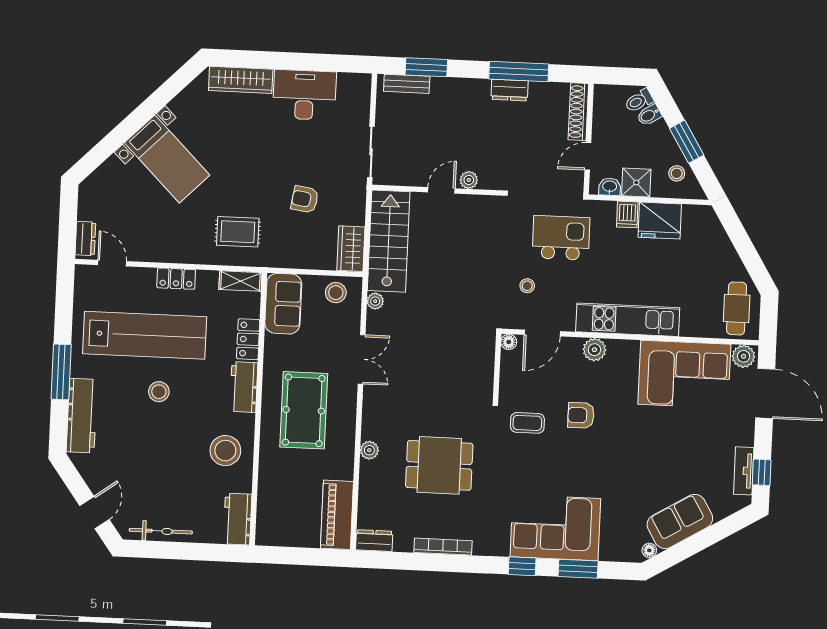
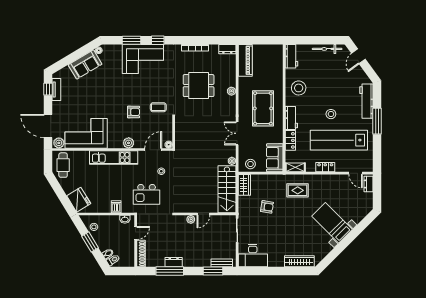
desk: (304, 95) -> (253, 256), moved
shower: (636, 182) -> (113, 222), removed
fridge: (660, 221) -> (79, 200), moved, turned 59

